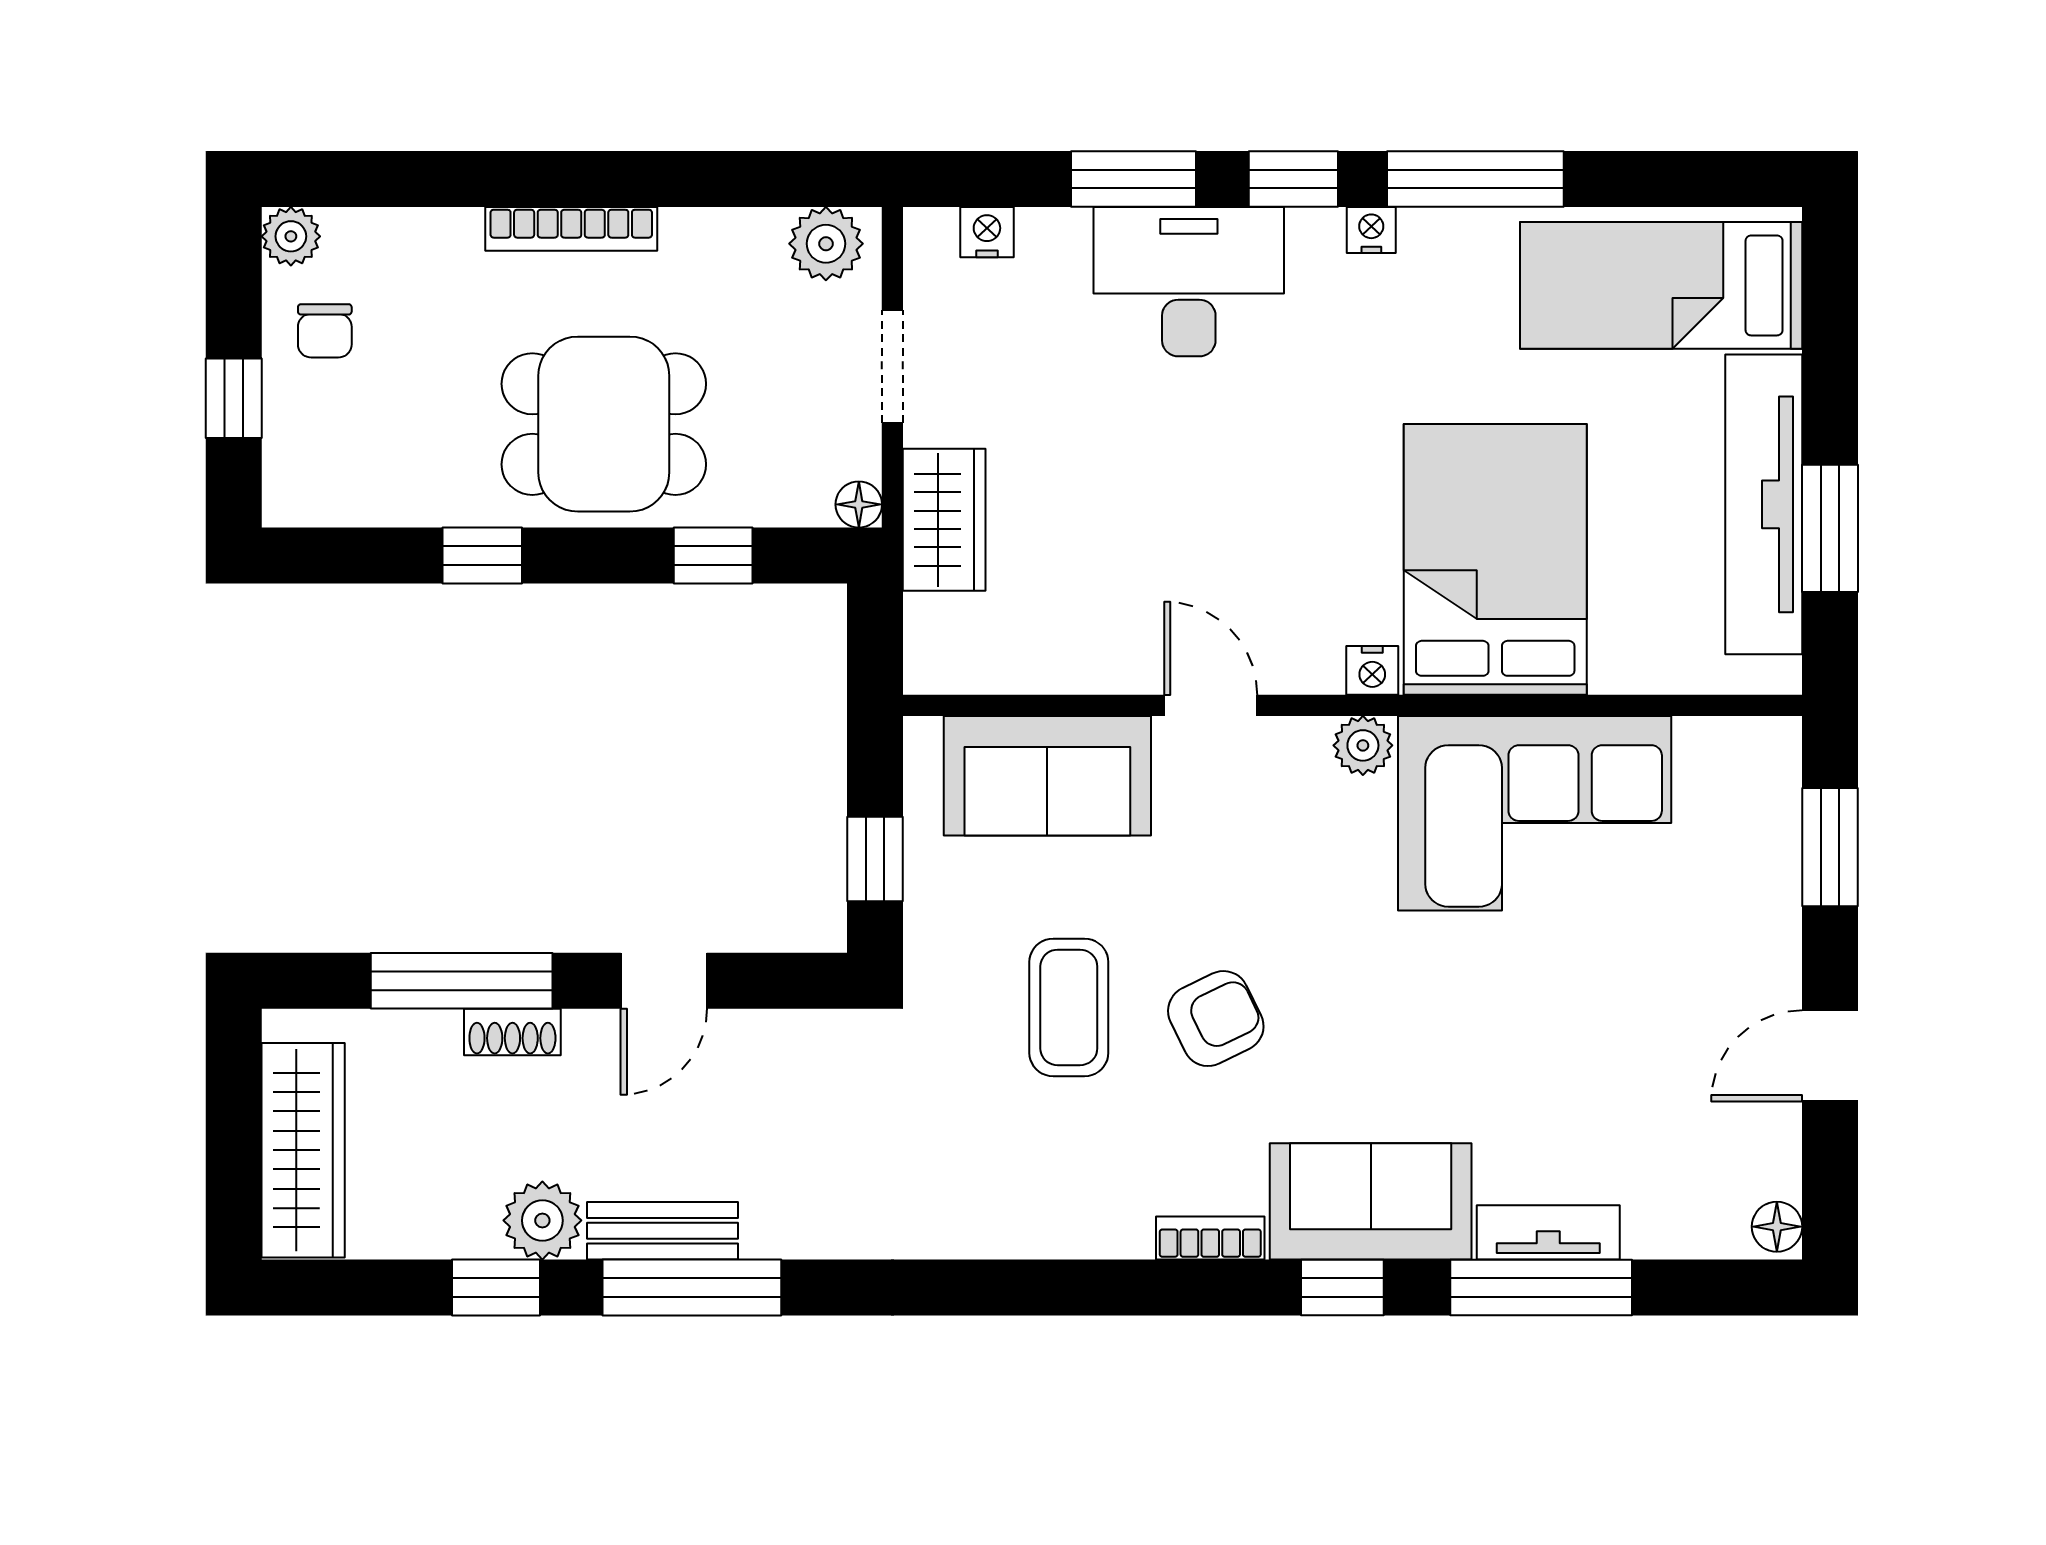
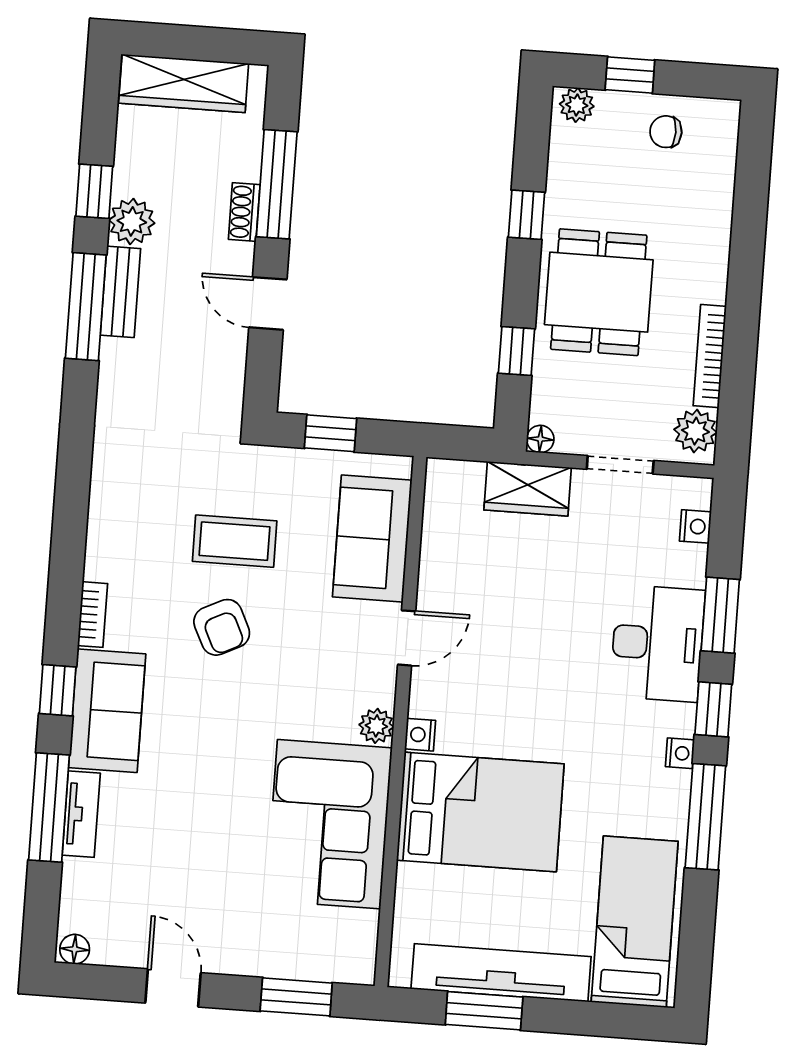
bookcase: (571, 229) -> (710, 356), moved
plant: (291, 236) -> (577, 105), moved

